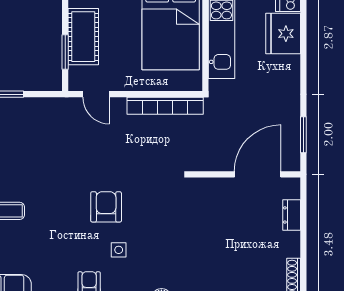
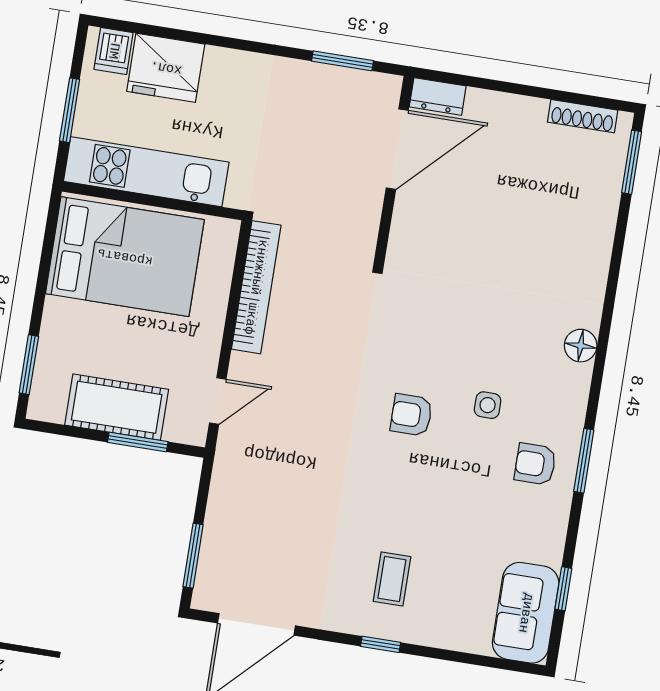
door: (258, 174) -> (397, 149), swing flipped
armchair: (106, 207) -> (411, 415), width x0.72, depth x0.72
dresser: (292, 215) -> (438, 96), moved

